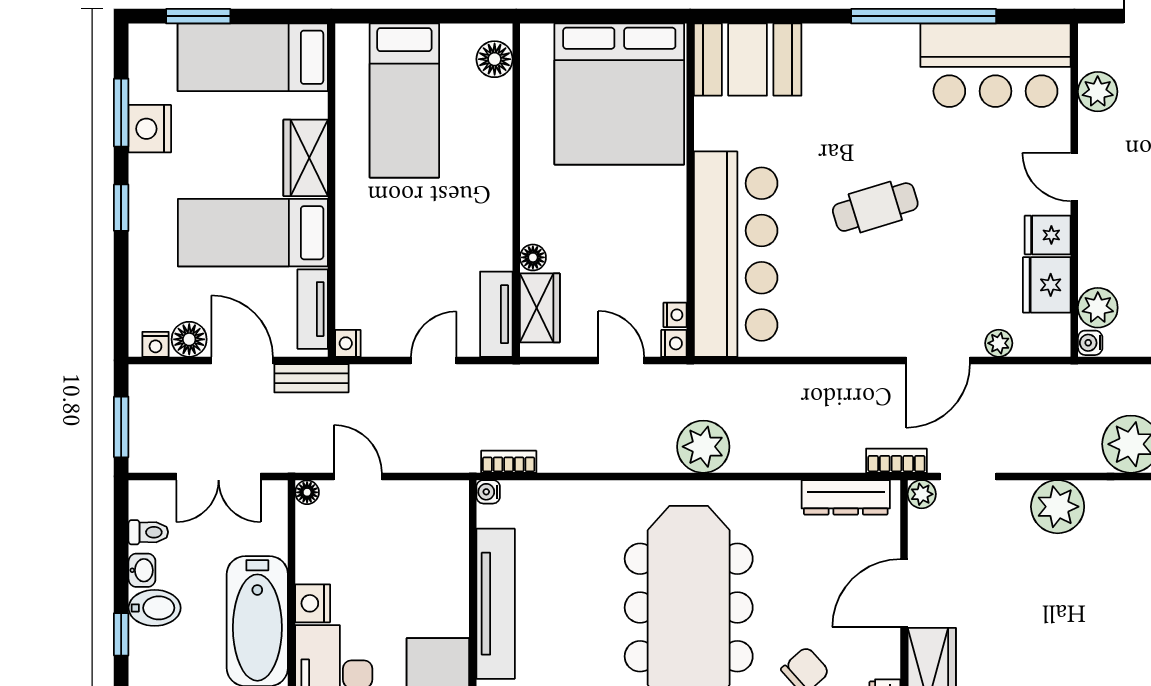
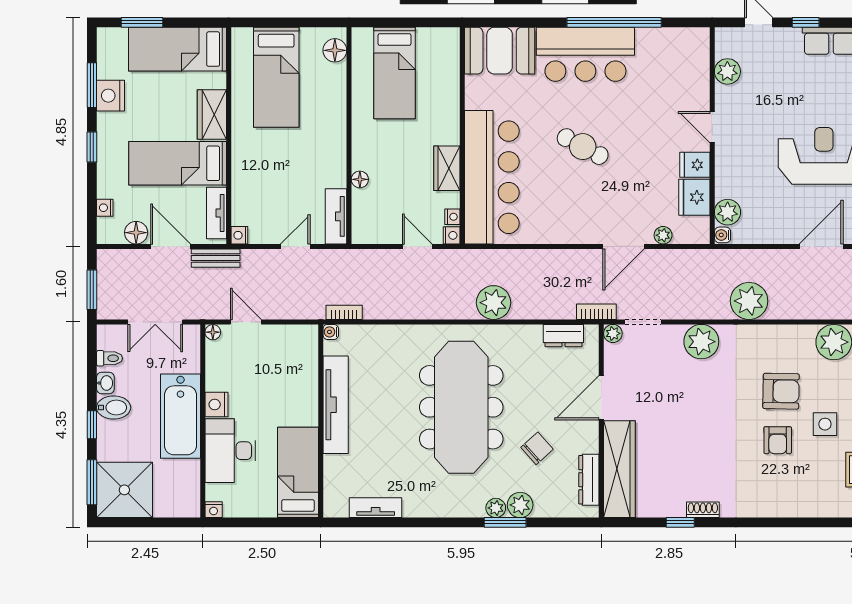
bar counter: (995, 65) -> (585, 54), moved
bed: (619, 94) -> (394, 73), width x0.49
cafe table: (875, 207) -> (583, 147), turned 45
wardrobe: (540, 308) -> (447, 168), moved, turned 180
nightstand: (155, 344) -> (105, 208), moved, turned 90
plant: (703, 447) -> (494, 303), moved
dresser: (846, 497) -> (563, 336), width x0.70

